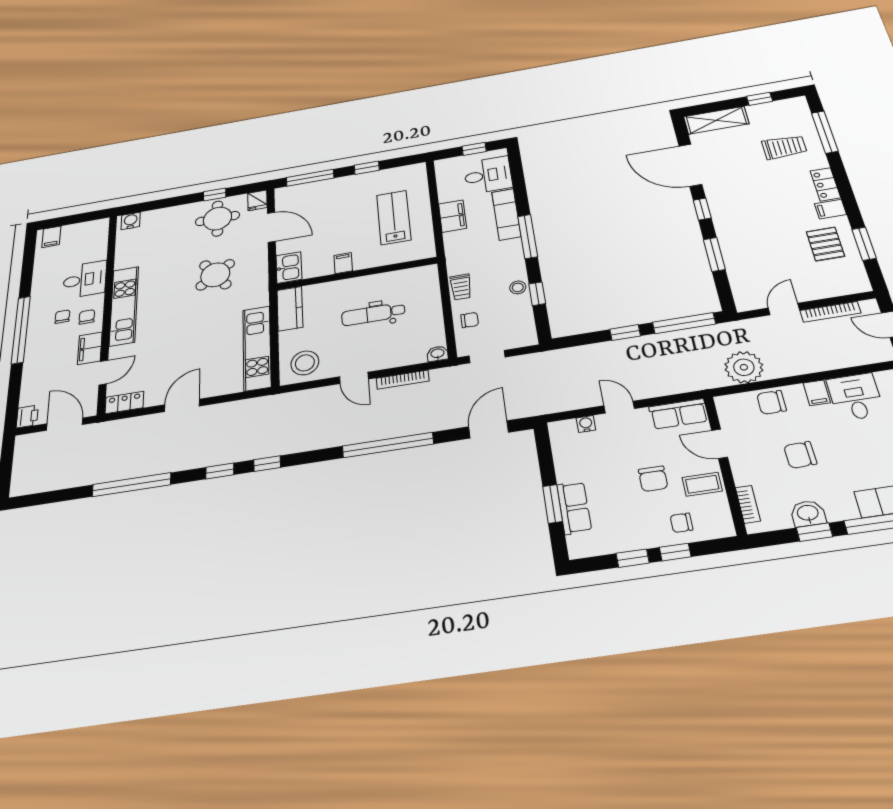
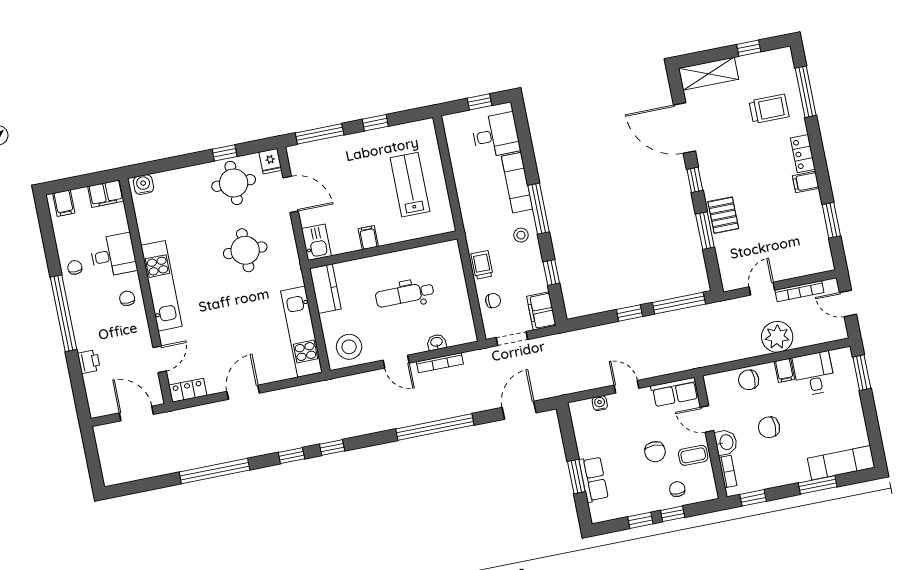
filing cabinet: (453, 216) -> (541, 311), moved, turned 180
pallet: (825, 244) -> (723, 215), moved
round table: (215, 275) -> (245, 250), turned 37
trolley: (461, 287) -> (482, 265), turned 180
stool: (518, 287) -> (521, 235), moved
chair: (62, 317) -> (75, 267), moved
filing cabinet: (90, 348) -> (106, 194), moved, turned -90
washbasin: (438, 354) -> (437, 342), moved
plant: (744, 367) -> (777, 337), moved
printer: (27, 416) -> (89, 362), moved
washbasin: (808, 513) -> (726, 442), moved, turned 90
chair: (681, 523) -> (677, 489), turned 90
window: (814, 532) -> (753, 498), moved

